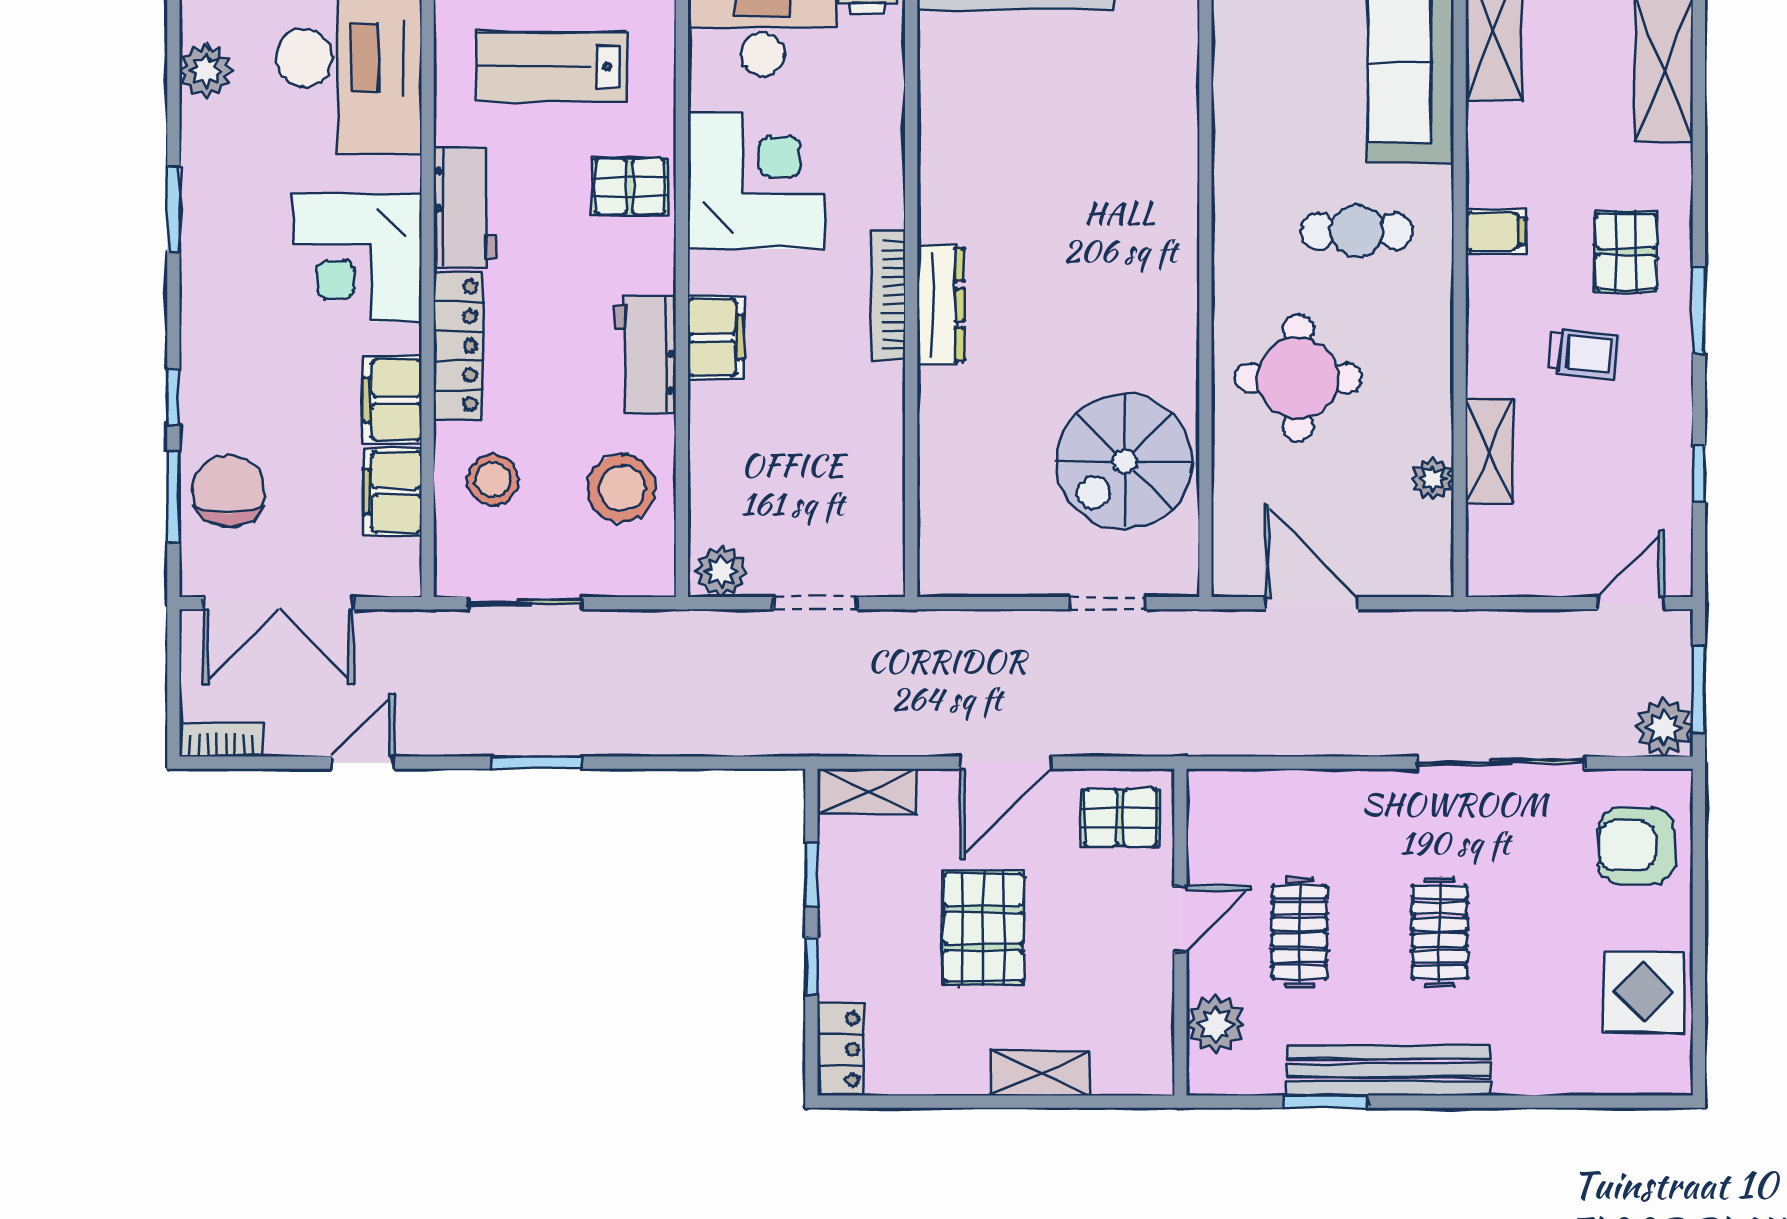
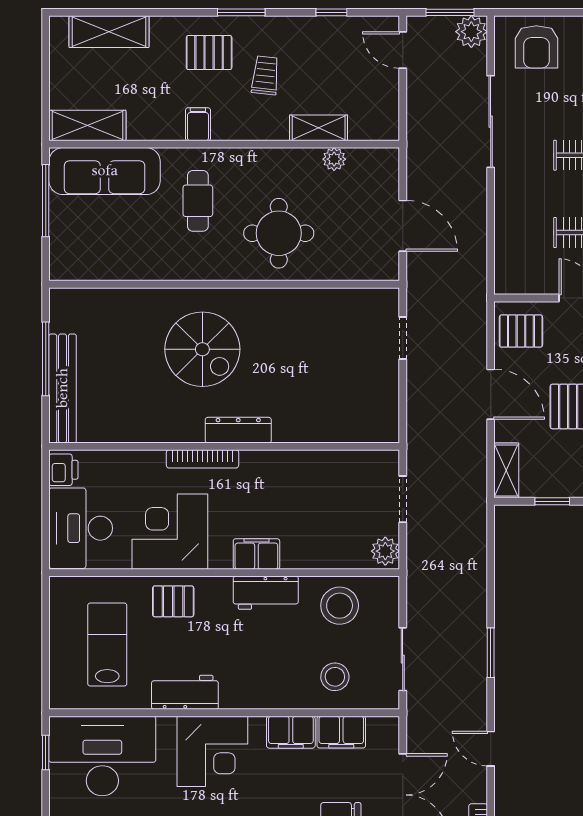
lab bench: (551, 67) -> (107, 645), turned 180
pallet: (630, 186) -> (173, 601), turned 90
bookcase: (888, 295) -> (202, 459), moved
locker: (458, 346) -> (261, 696), removed
spiral stairs: (1125, 461) -> (202, 349), moved
door: (1311, 603) -> (403, 226), swing flipped
pallet: (1120, 818) -> (521, 331), turned 90

